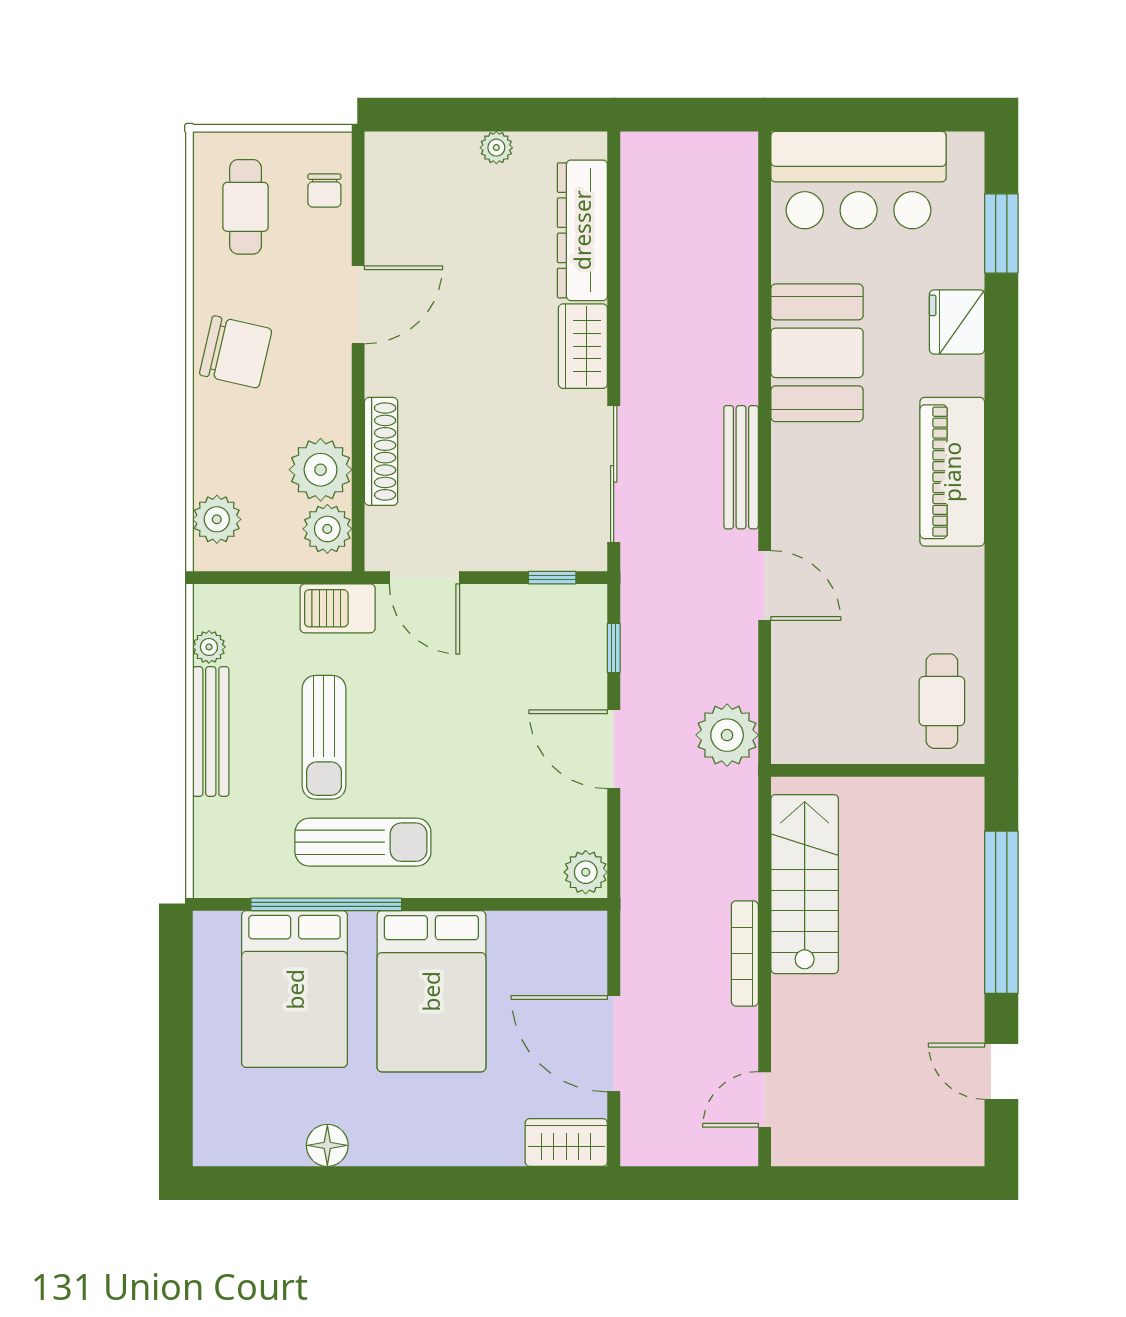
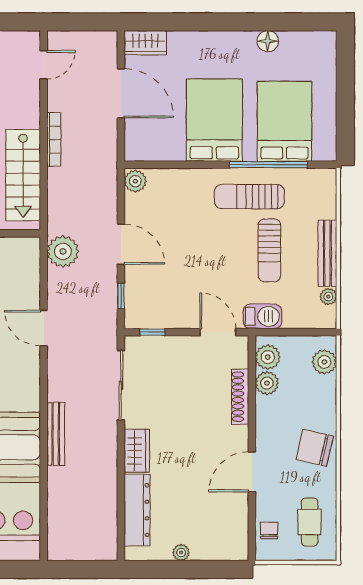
bench: (741, 467) -> (56, 434), moved
plant: (321, 470) -> (267, 383), width x0.73, depth x0.73
sun lounger: (324, 737) -> (269, 250), turned 180

